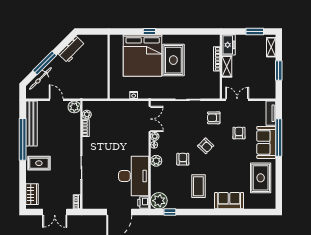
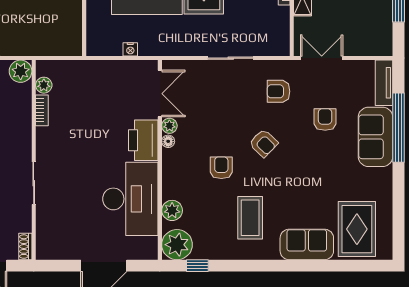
plant: (156, 161) -> (172, 210), moved
rug: (261, 178) -> (357, 229), moved
printer: (143, 203) -> (143, 140), moved, width x1.87, depth x1.48

